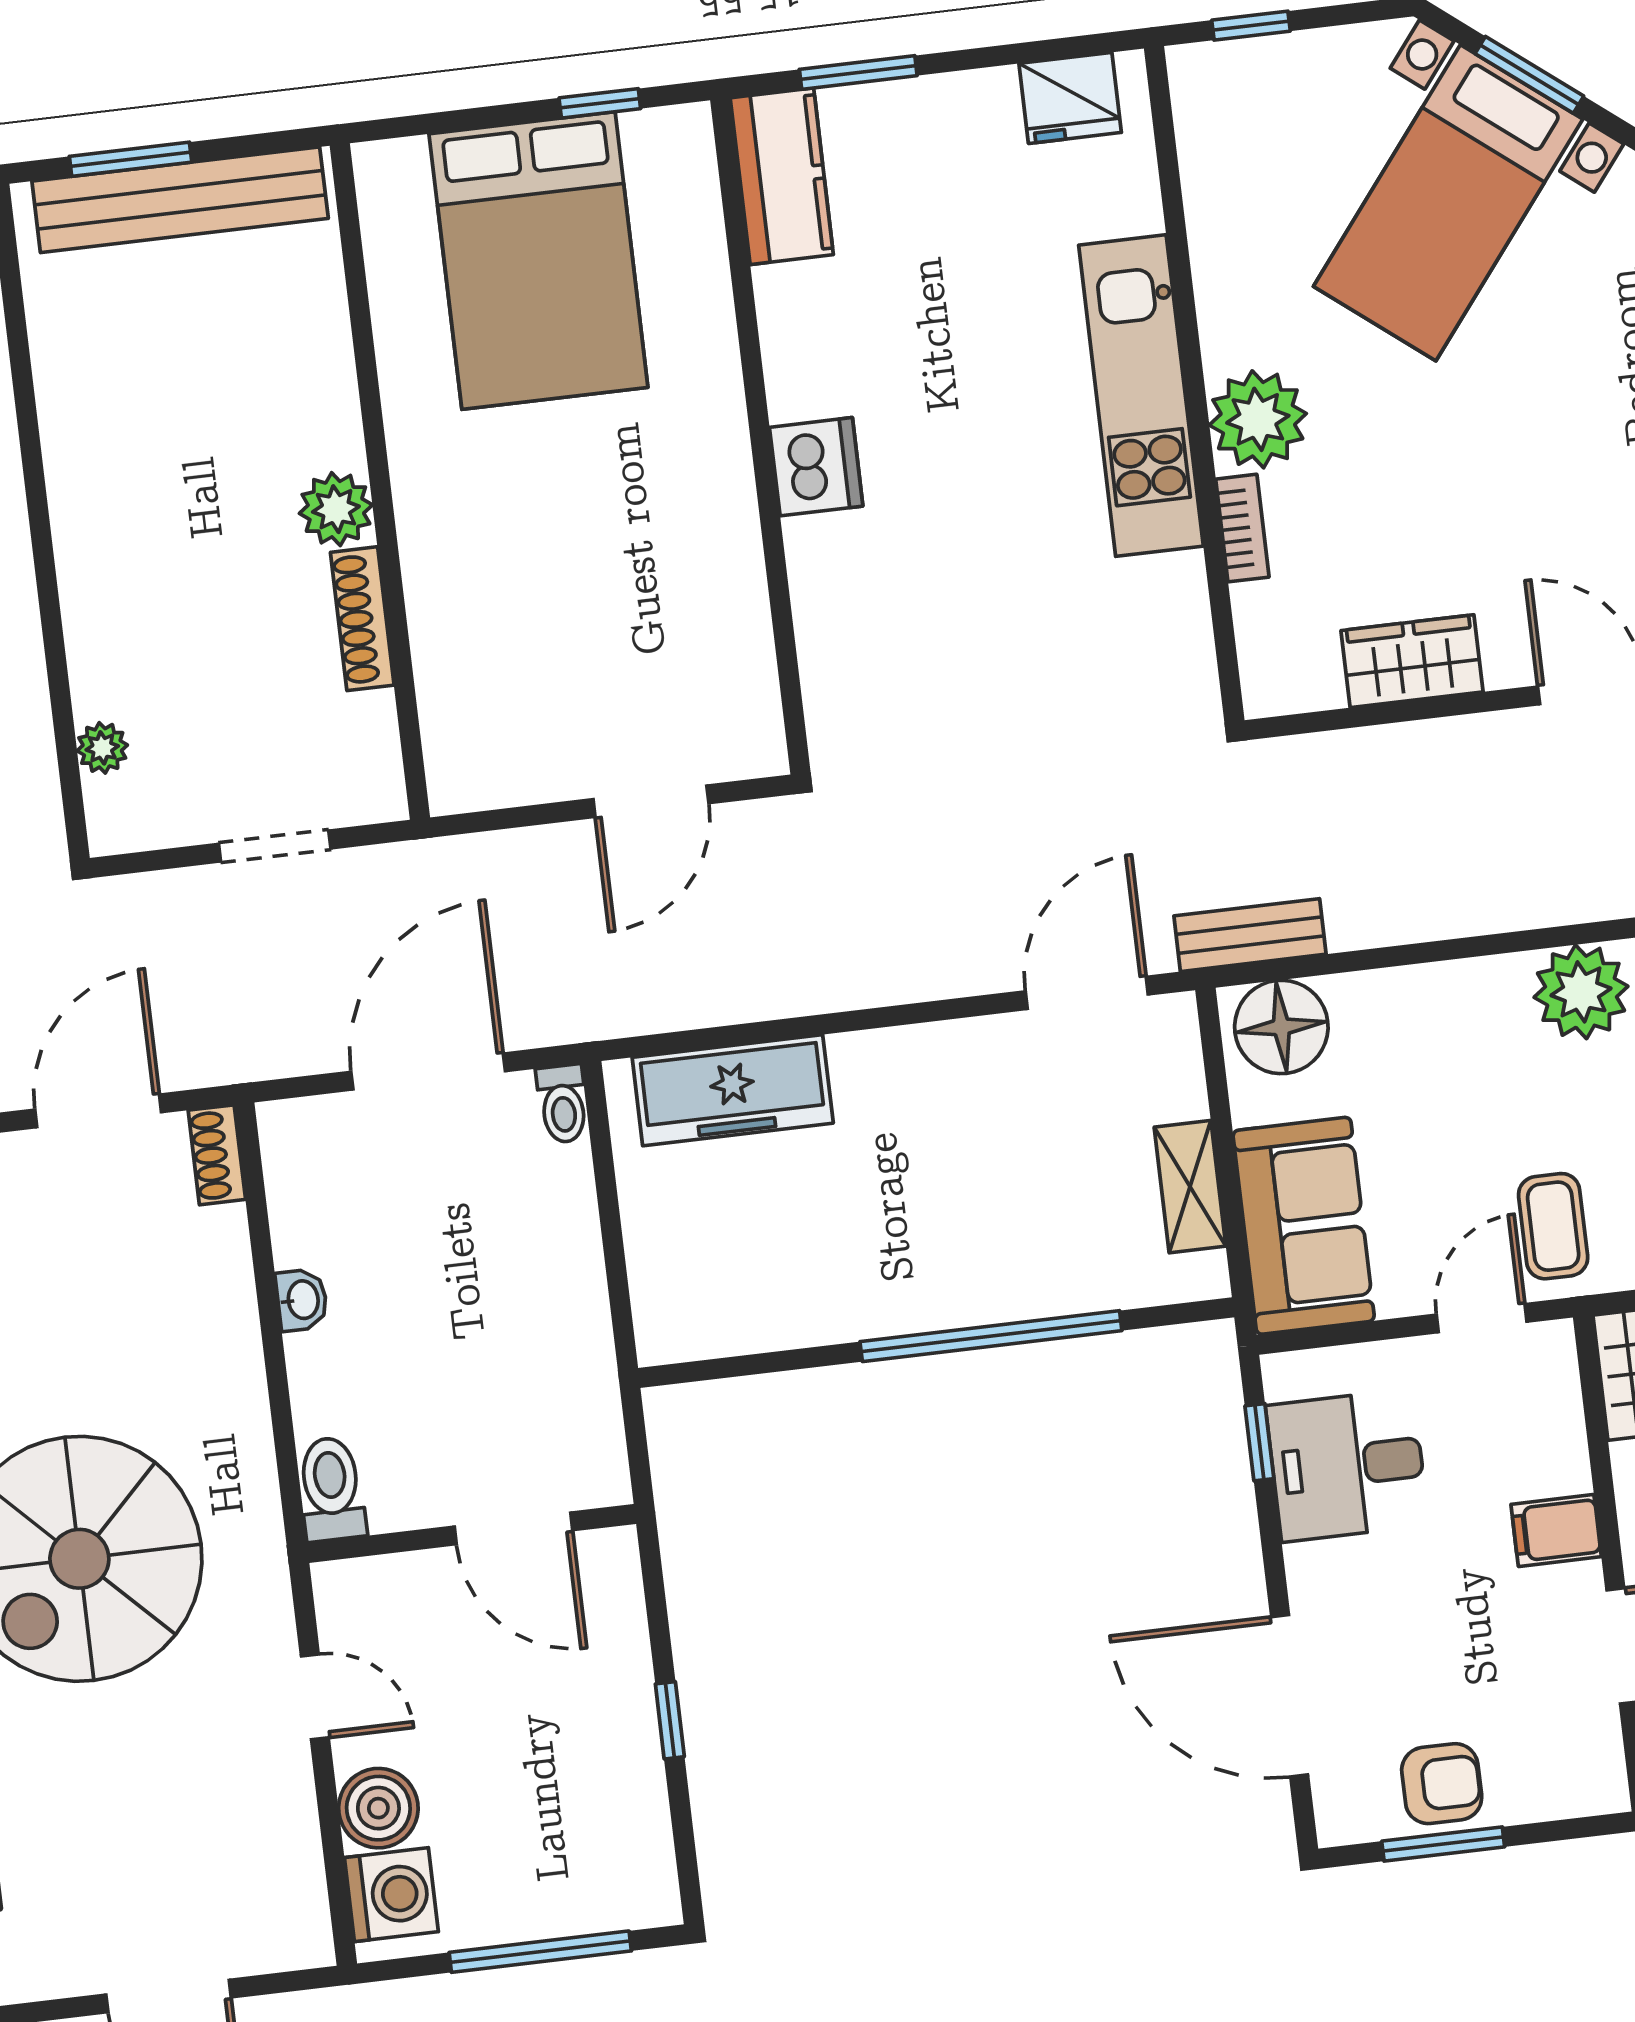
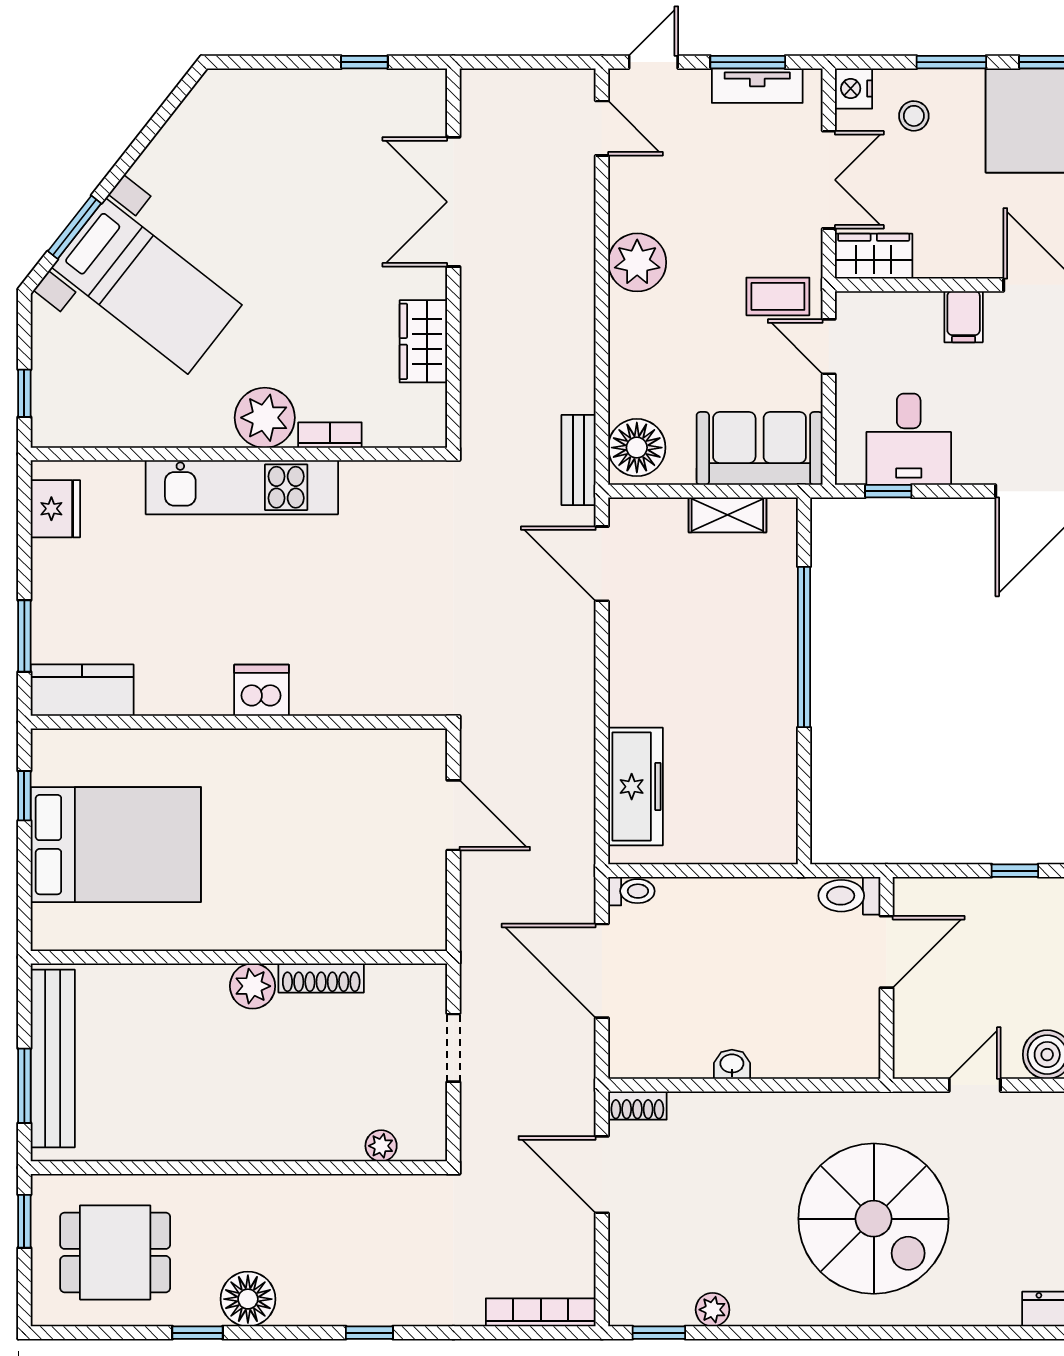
toilet: (331, 1489) -> (849, 896), moved

